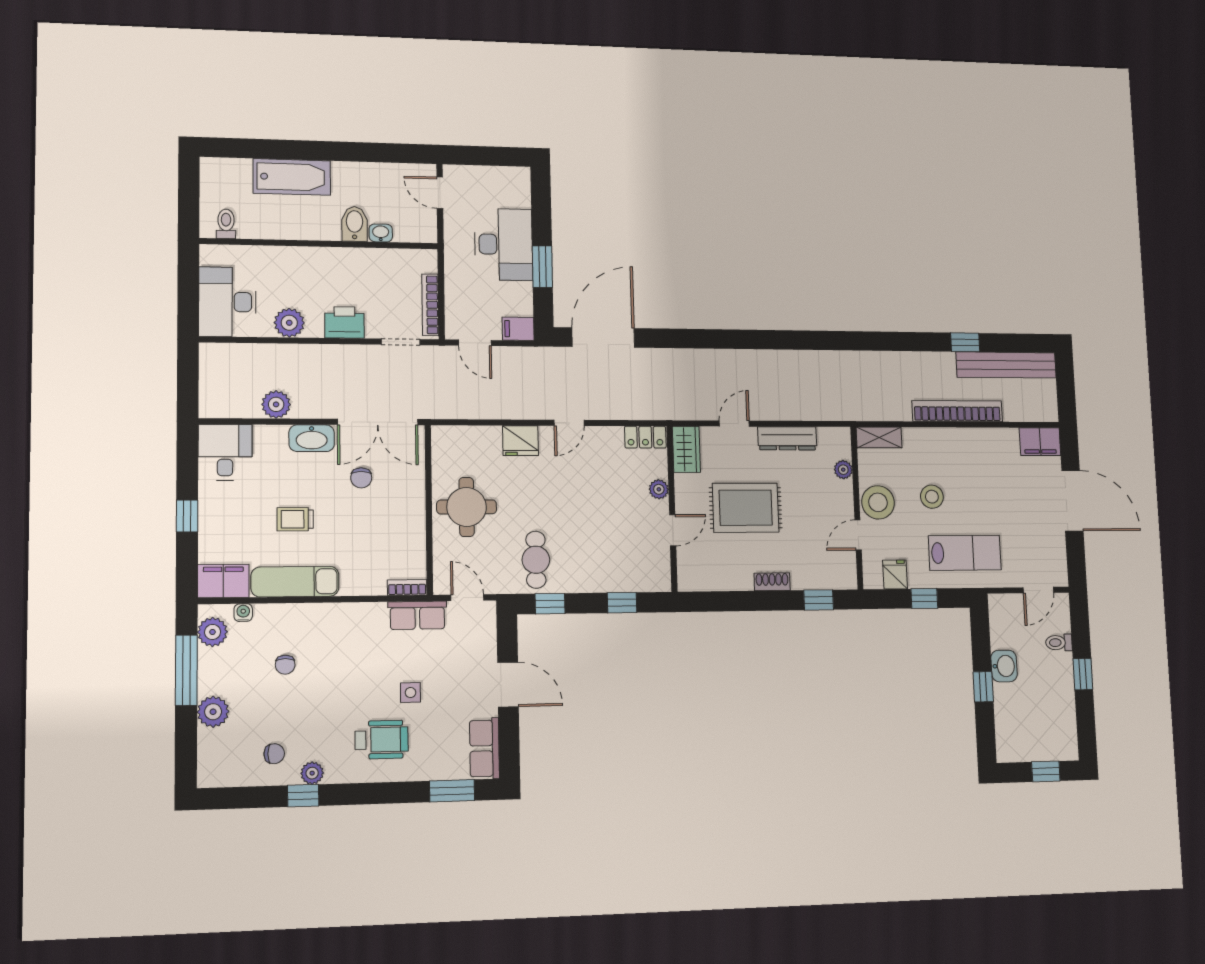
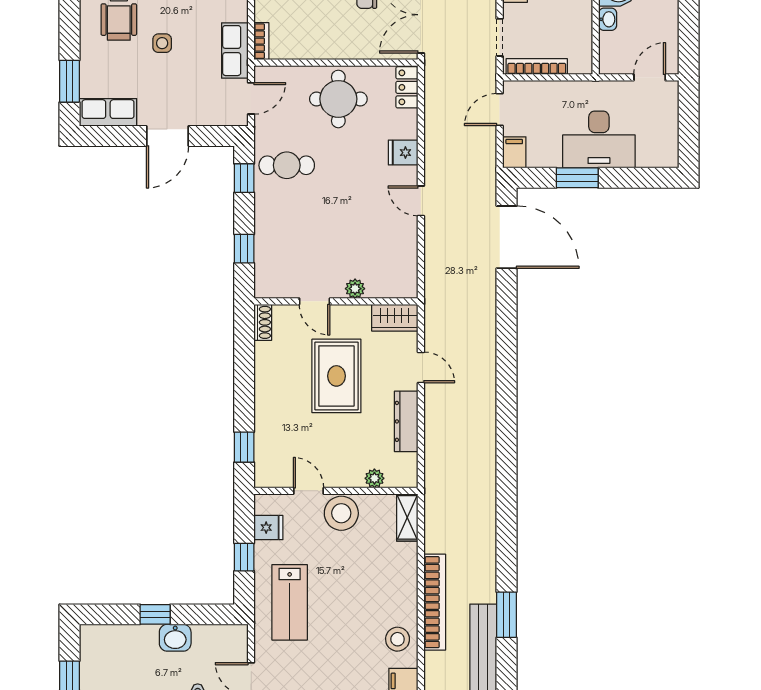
window: (965, 342) -> (506, 615), width x1.50
locker: (645, 437) -> (407, 87), moved
fridge: (520, 441) -> (403, 153), width x0.72
stool: (932, 497) -> (398, 639), moved
shoe rack: (772, 582) -> (263, 322), moved

